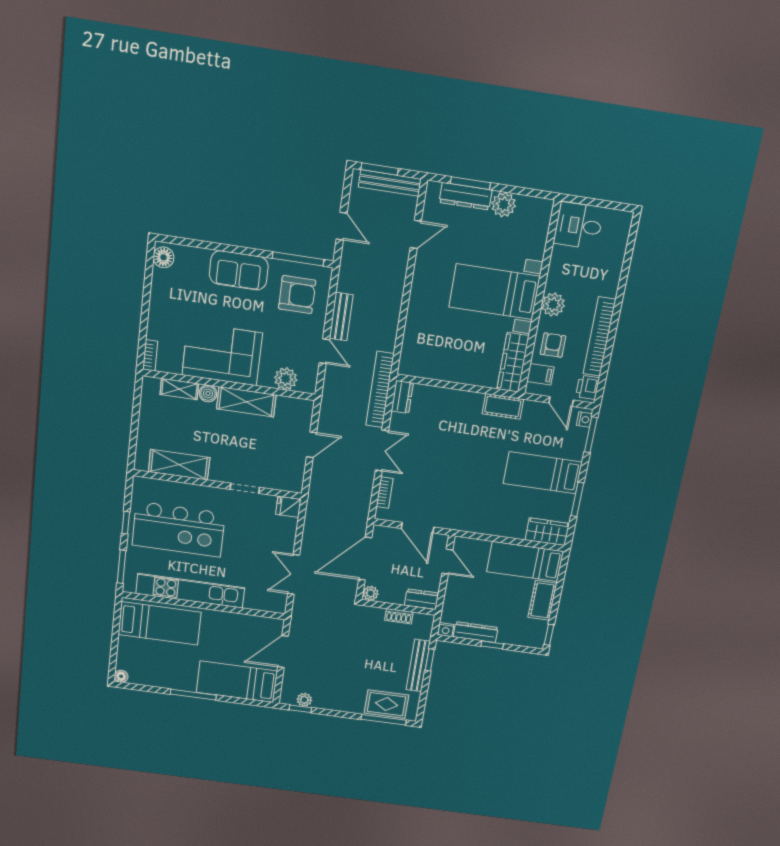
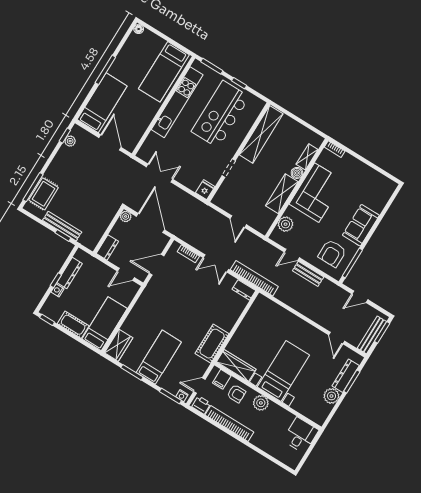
floor lamp: (164, 257) -> (387, 185), removed
cot: (503, 406) -> (212, 344), width x1.37, depth x1.34
shelving: (179, 465) -> (261, 134), width x1.47
shoe rack: (399, 616) -> (102, 228), removed
nightstand: (446, 630) -> (57, 290), moved

